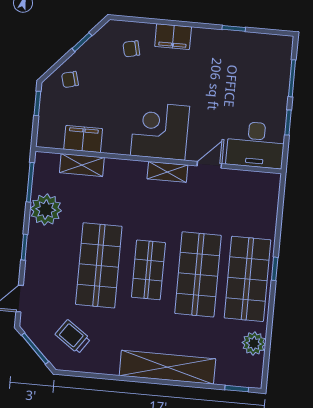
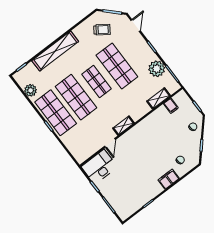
corner desk: (160, 131) -> (141, 139), removed
filing cabinet: (83, 139) -> (171, 106), width x0.50

